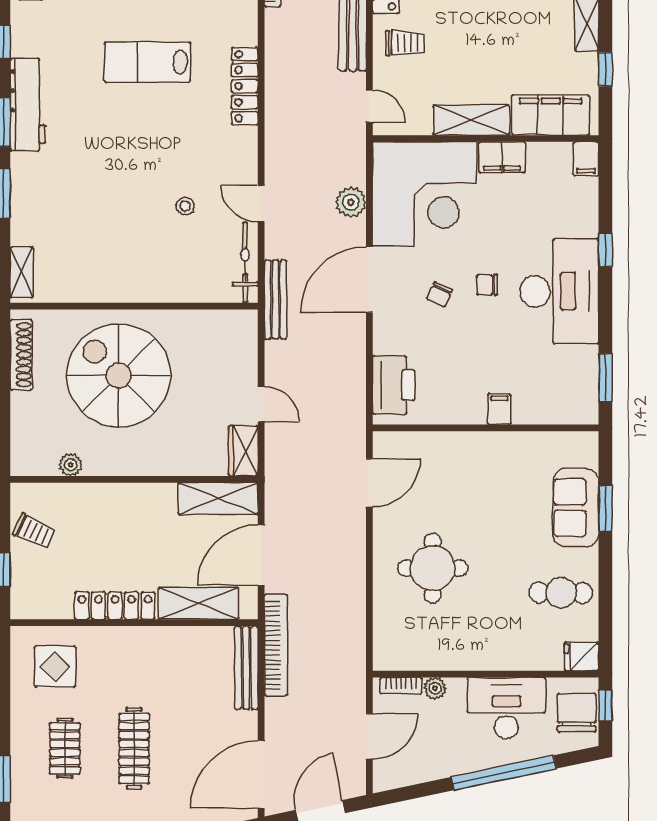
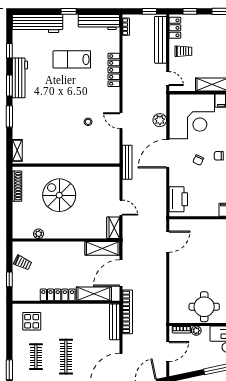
bicycle: (245, 263) -> (114, 146), removed
spiral stairs: (118, 375) -> (59, 195), width x0.73, depth x0.73
round table: (433, 568) -> (204, 307), moved

